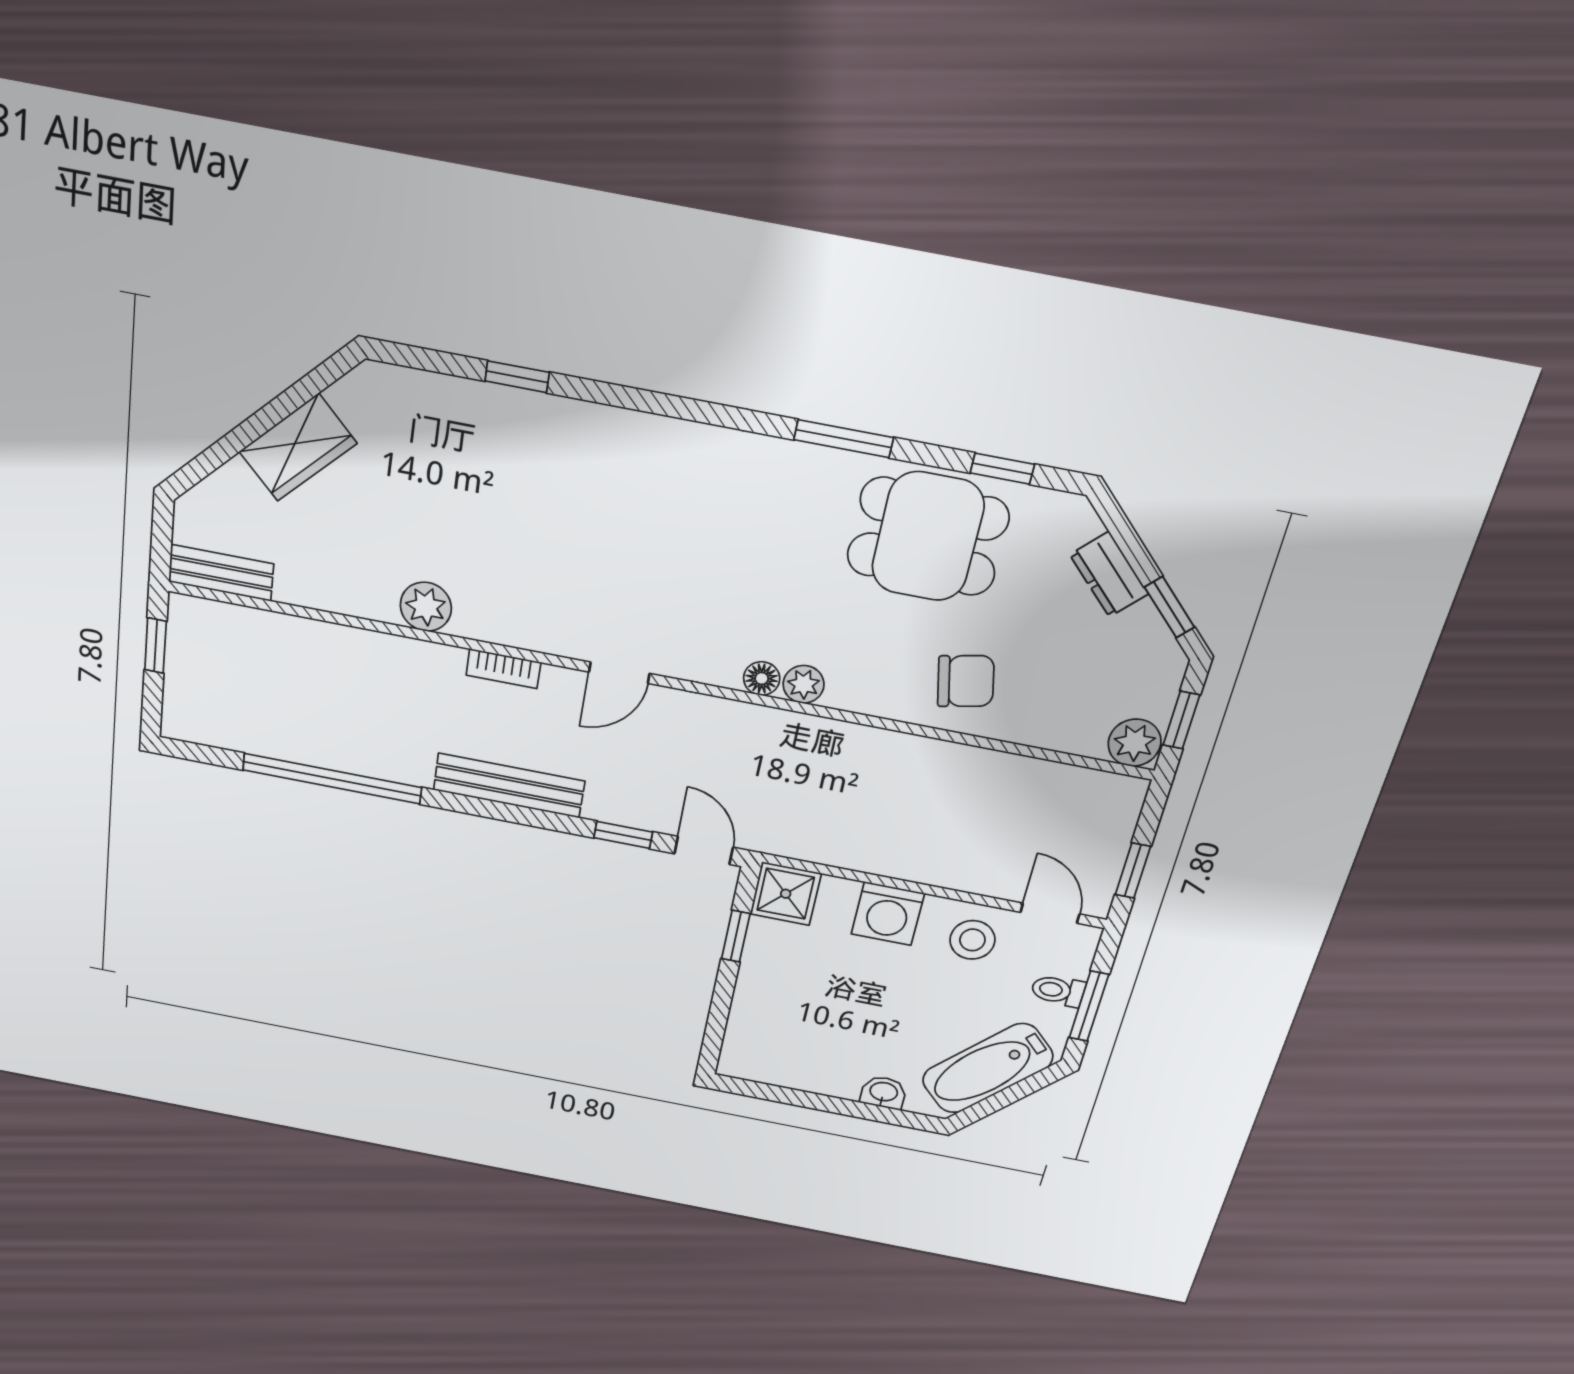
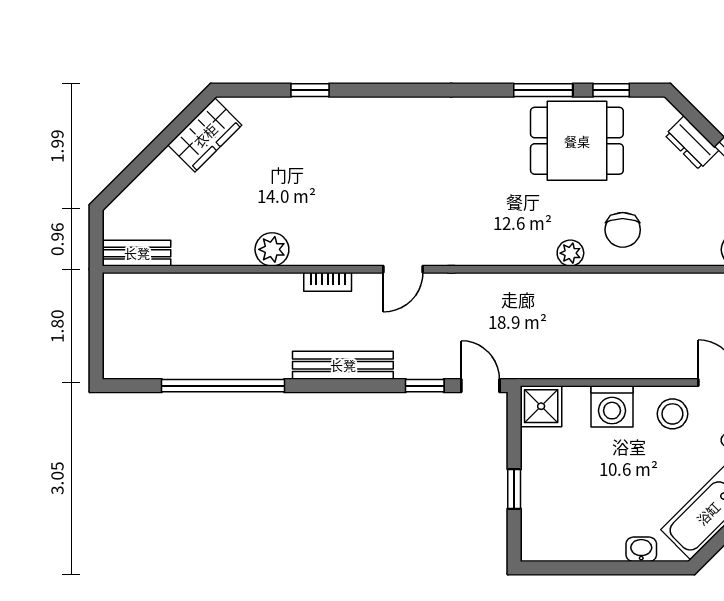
window: (844, 439) -> (543, 90), moved
wardrobe: (298, 448) -> (205, 135), moved
window: (156, 646) -> (96, 313), removed
floor lamp: (762, 678) -> (495, 255), removed
chair: (966, 681) -> (623, 230), turned 102
plant: (804, 684) -> (570, 253), moved
window: (736, 936) -> (514, 489), moved

